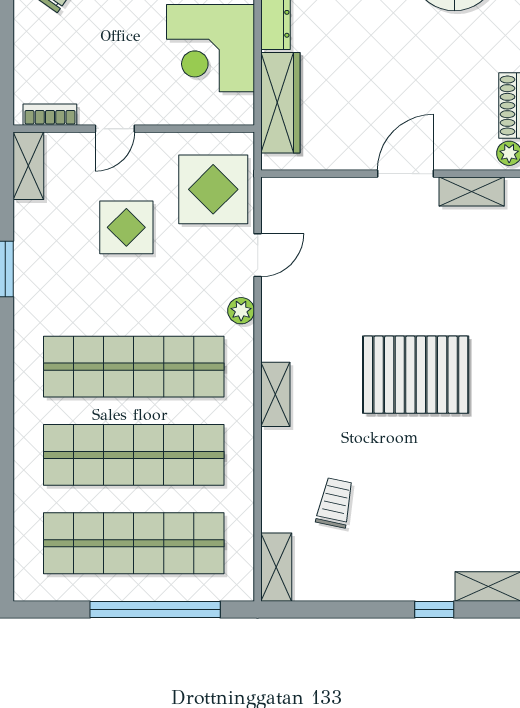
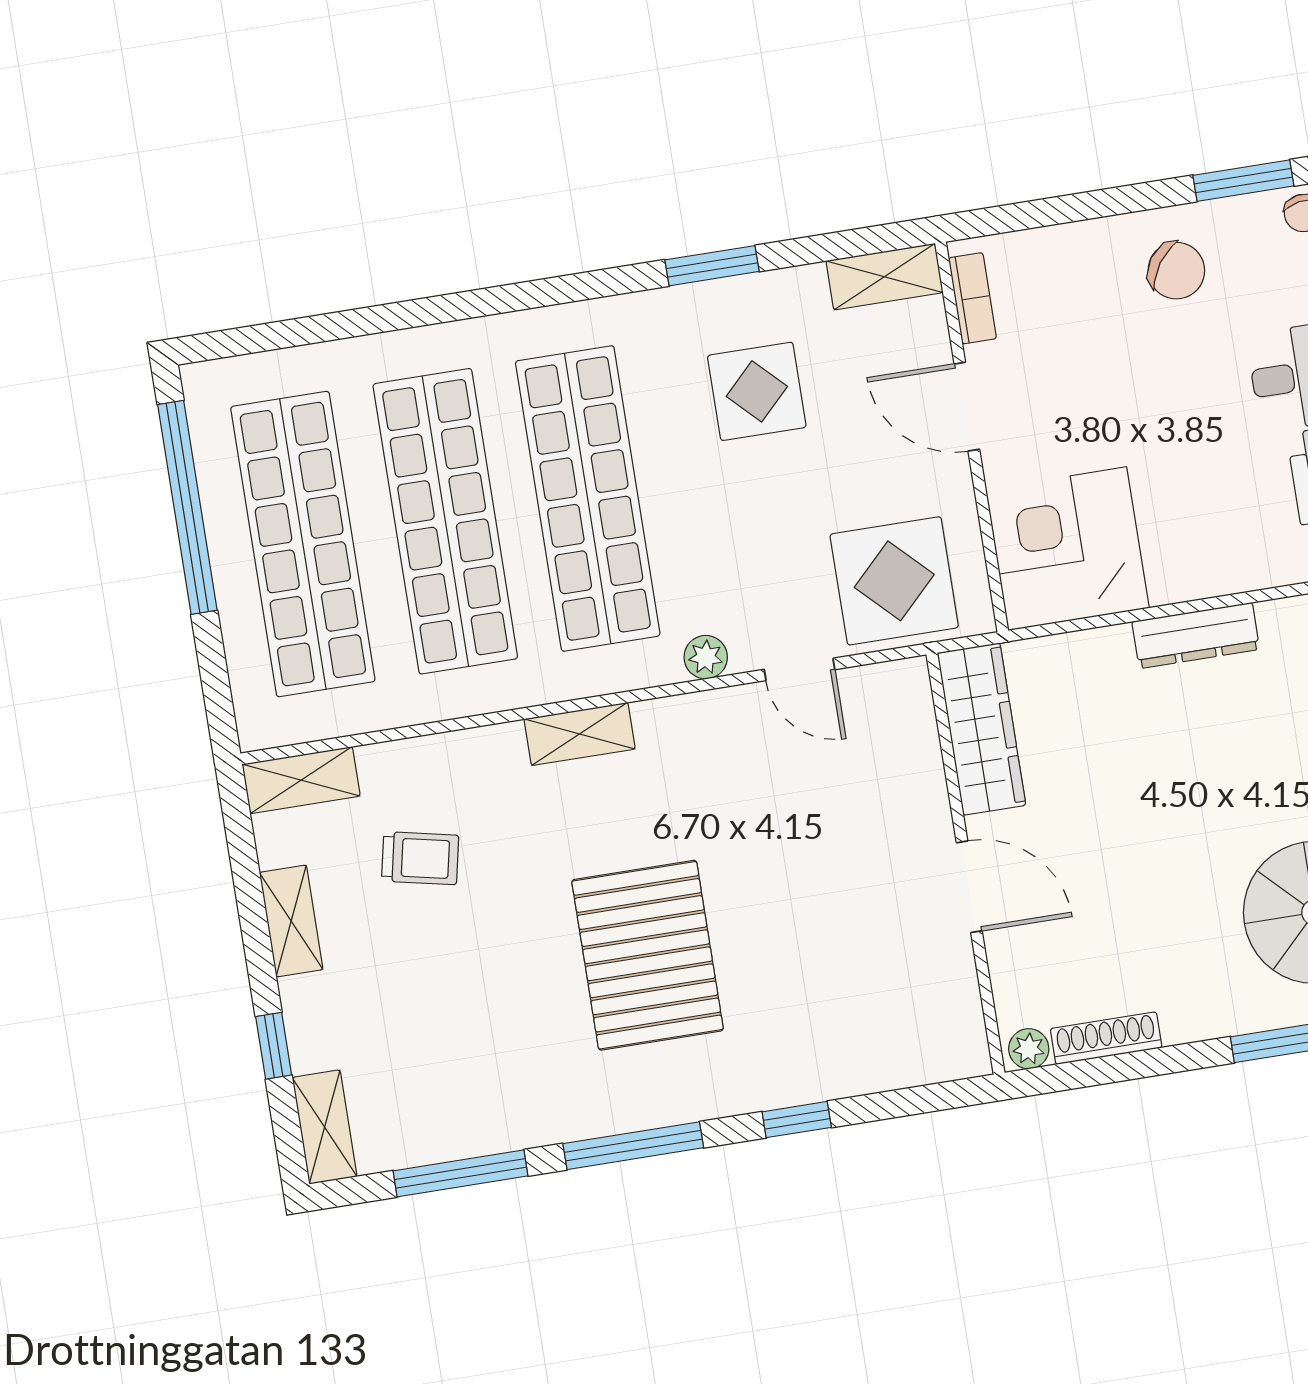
corner desk: (211, 48) -> (1067, 549), moved
wardrobe: (280, 103) -> (982, 729), moved, turned -90
door: (115, 129) -> (967, 407), width x1.37
shelving: (472, 191) -> (291, 921), moved
display table: (126, 227) -> (757, 391), moved
window: (155, 610) -> (187, 507), moved

